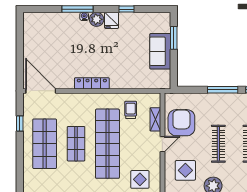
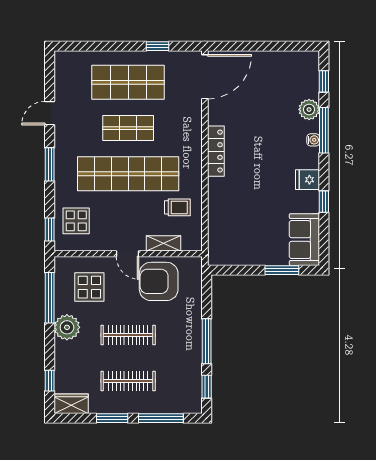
window: (44, 9) -> (324, 81), added
plant: (97, 19) -> (309, 109), moved
sofa: (160, 51) -> (304, 240), moved, turned -90
armchair: (181, 123) -> (159, 281), turned 180

